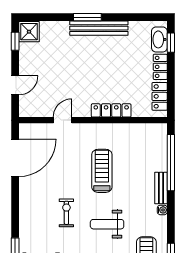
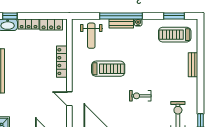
window: (171, 163) -> (121, 16), moved
treadmill: (102, 171) -> (108, 69), turned 180
weight bench: (107, 224) -> (91, 36), moved

